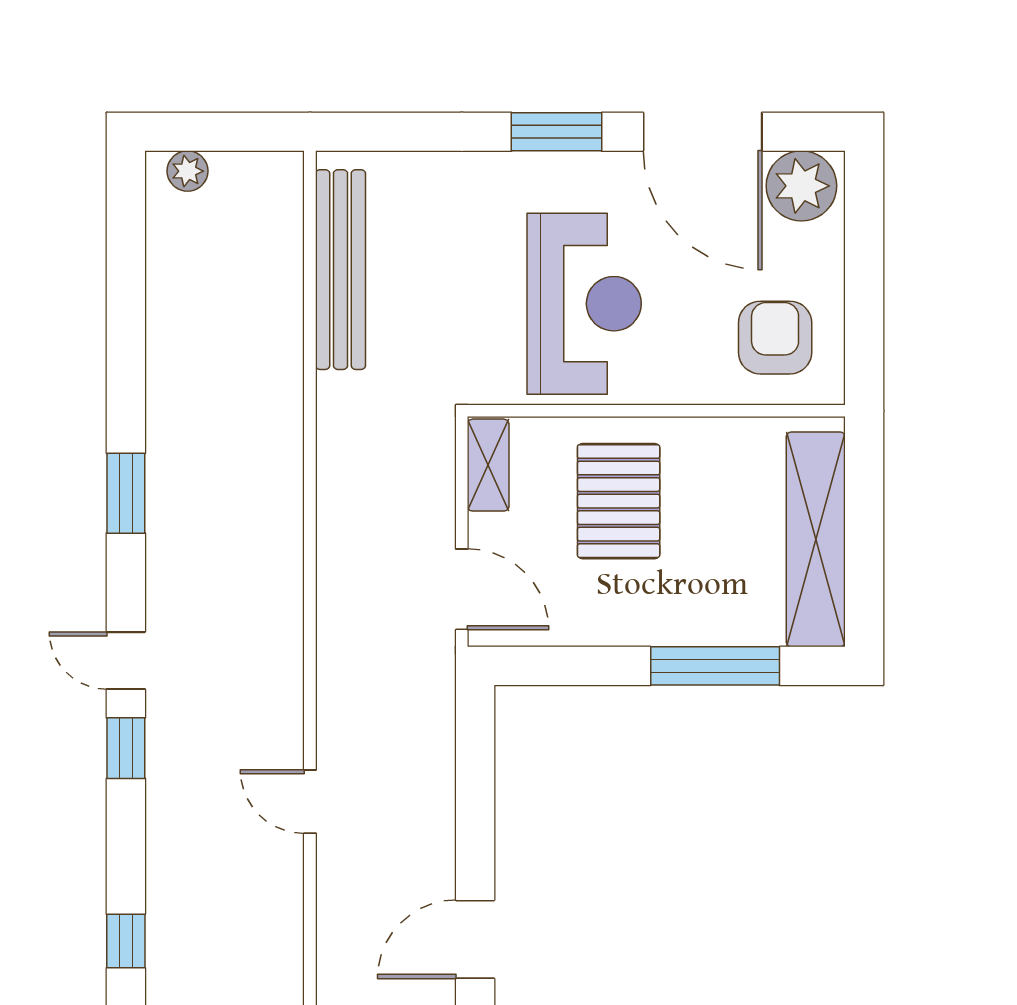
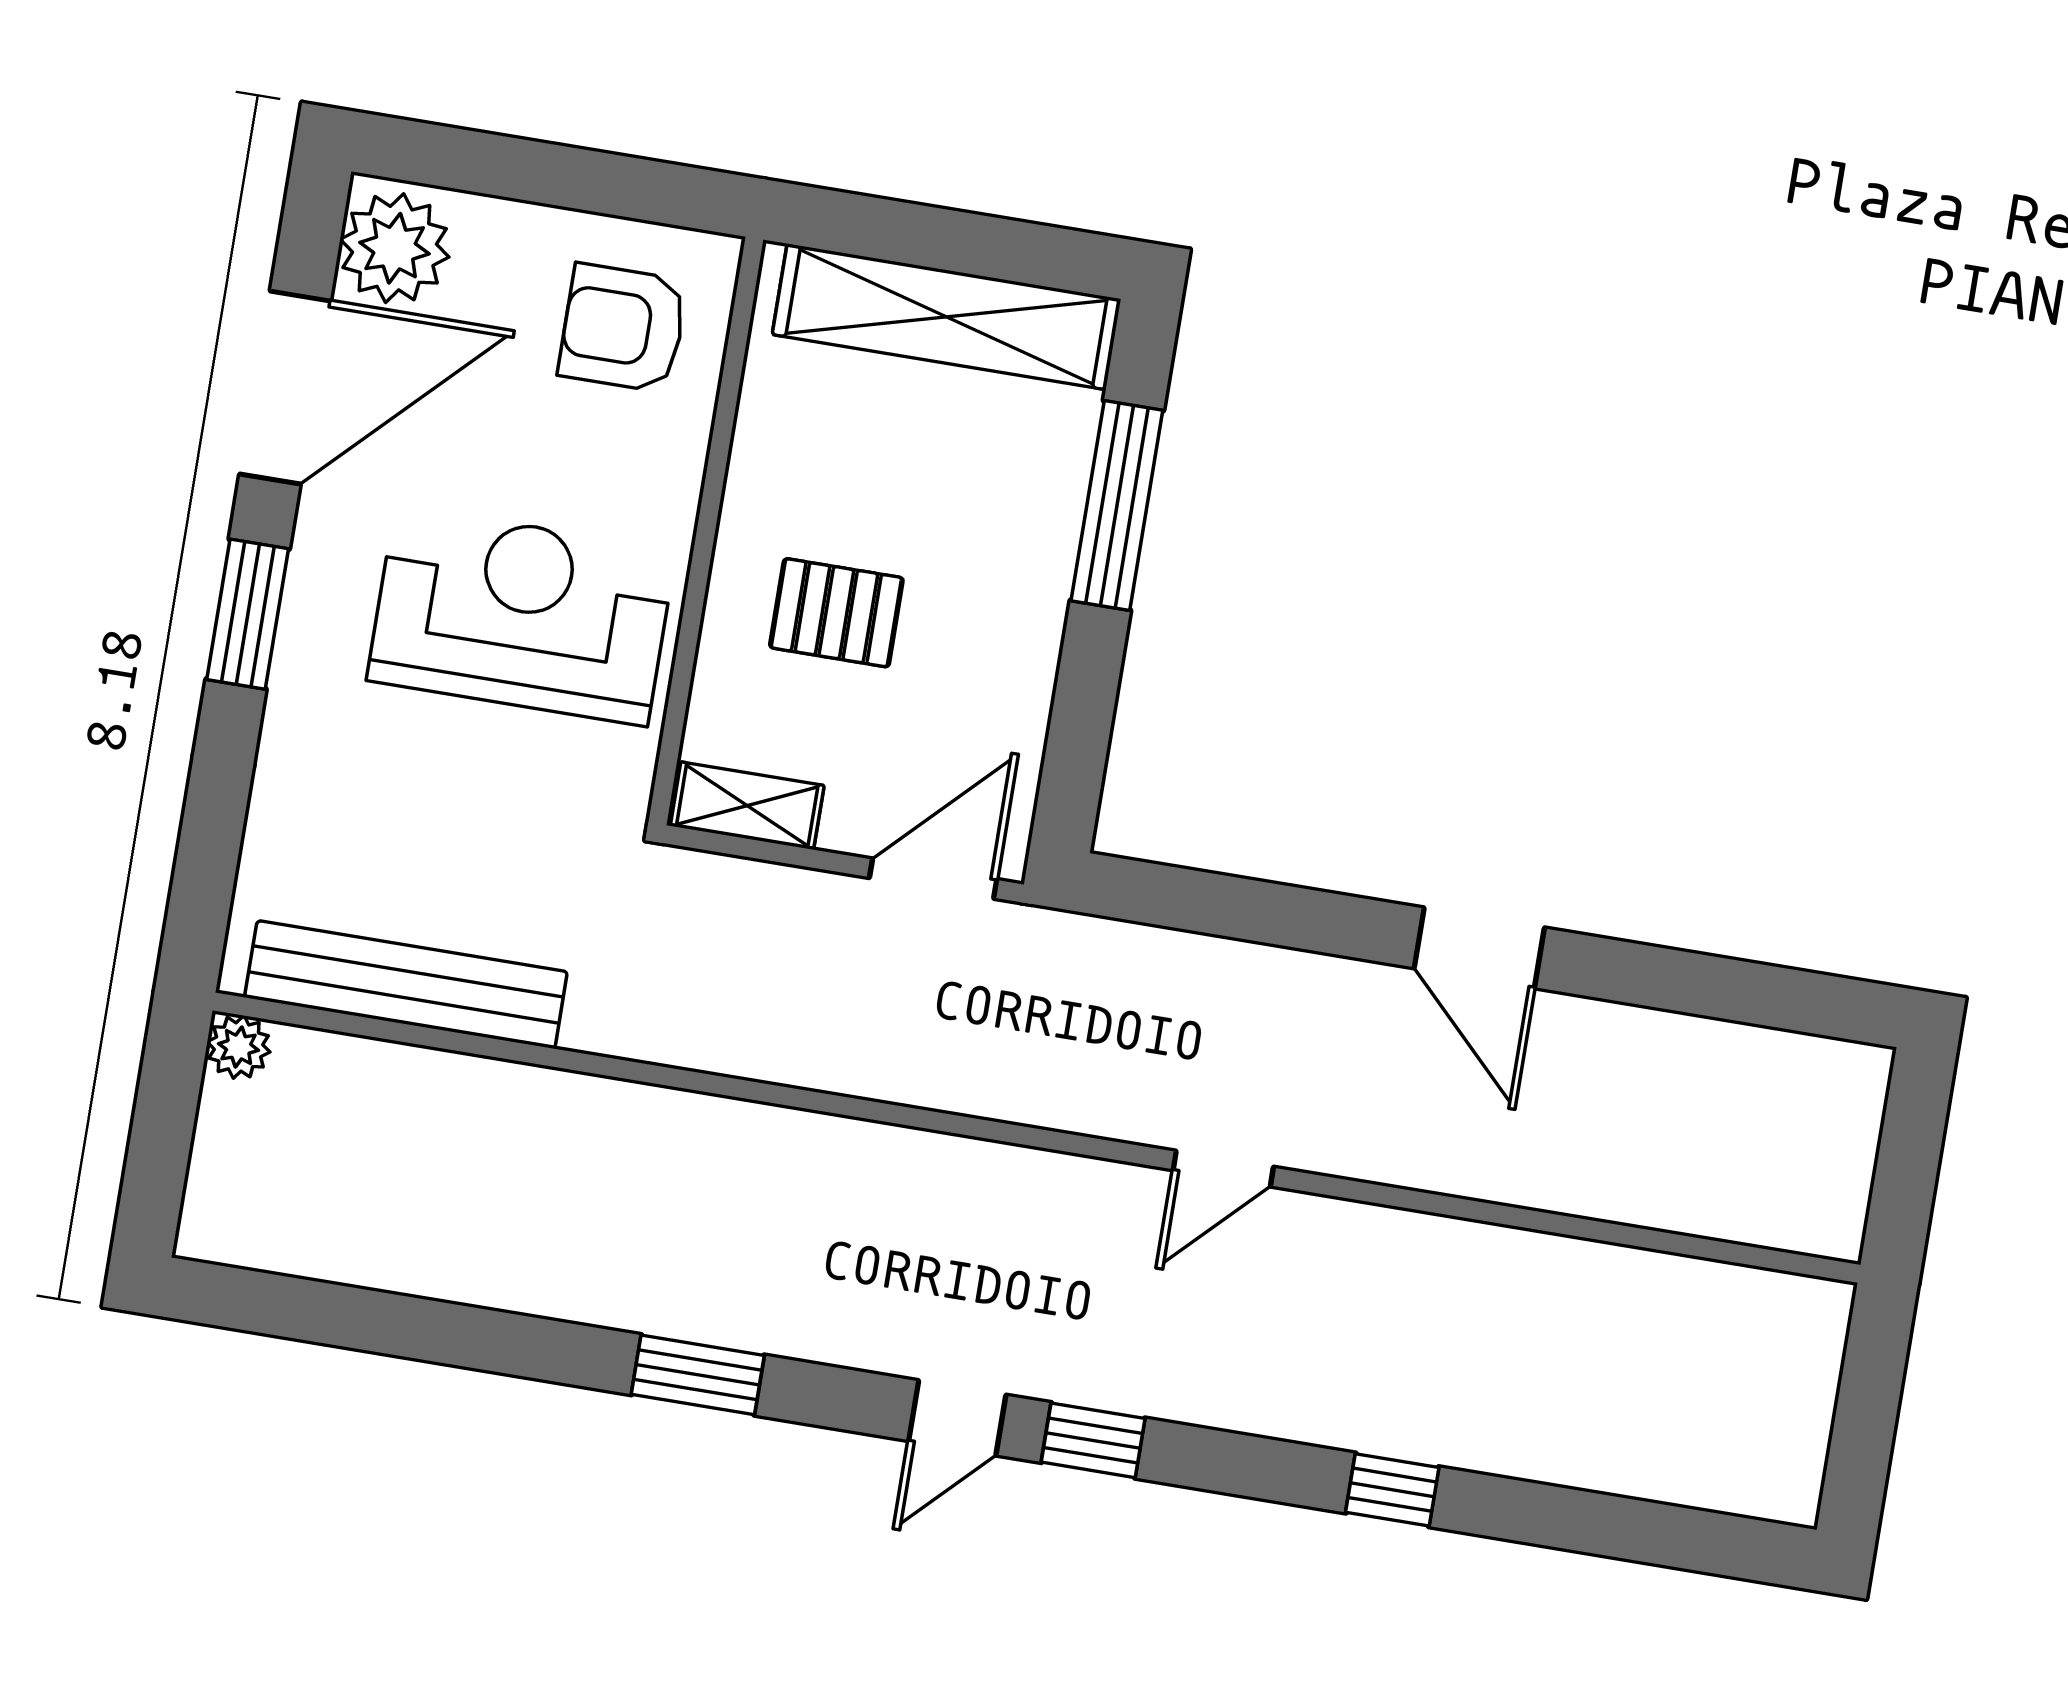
plant: (188, 171) -> (239, 1047), moved
pallet: (619, 501) -> (836, 613), width x0.67, depth x0.71

